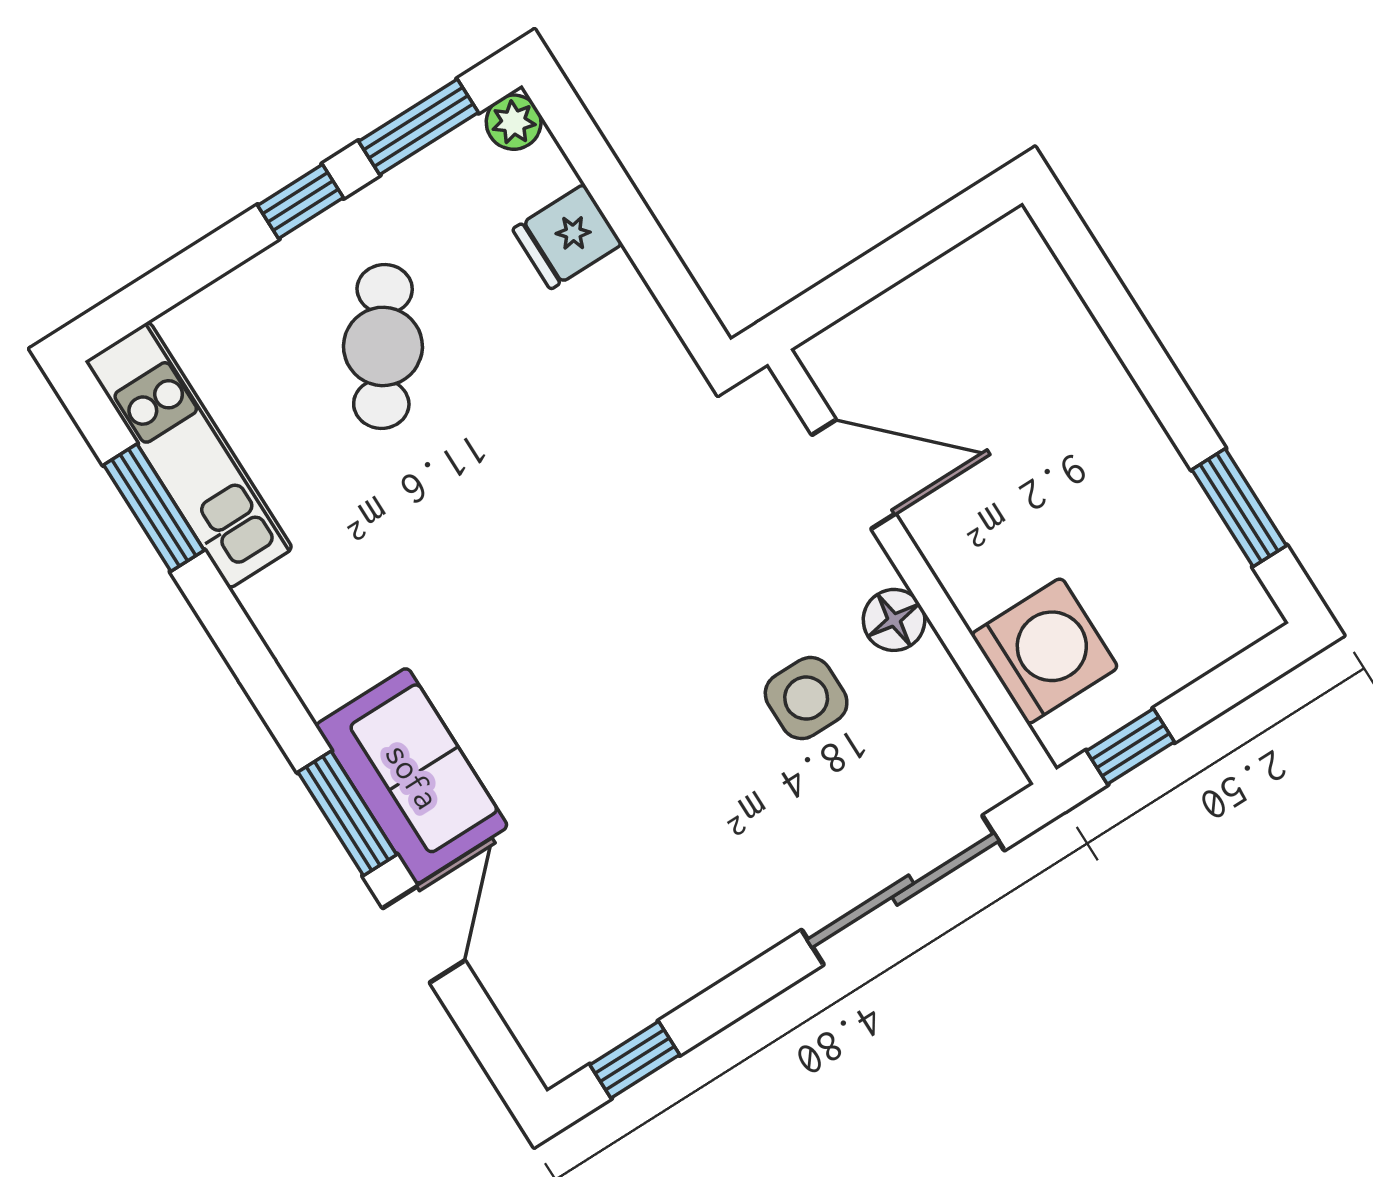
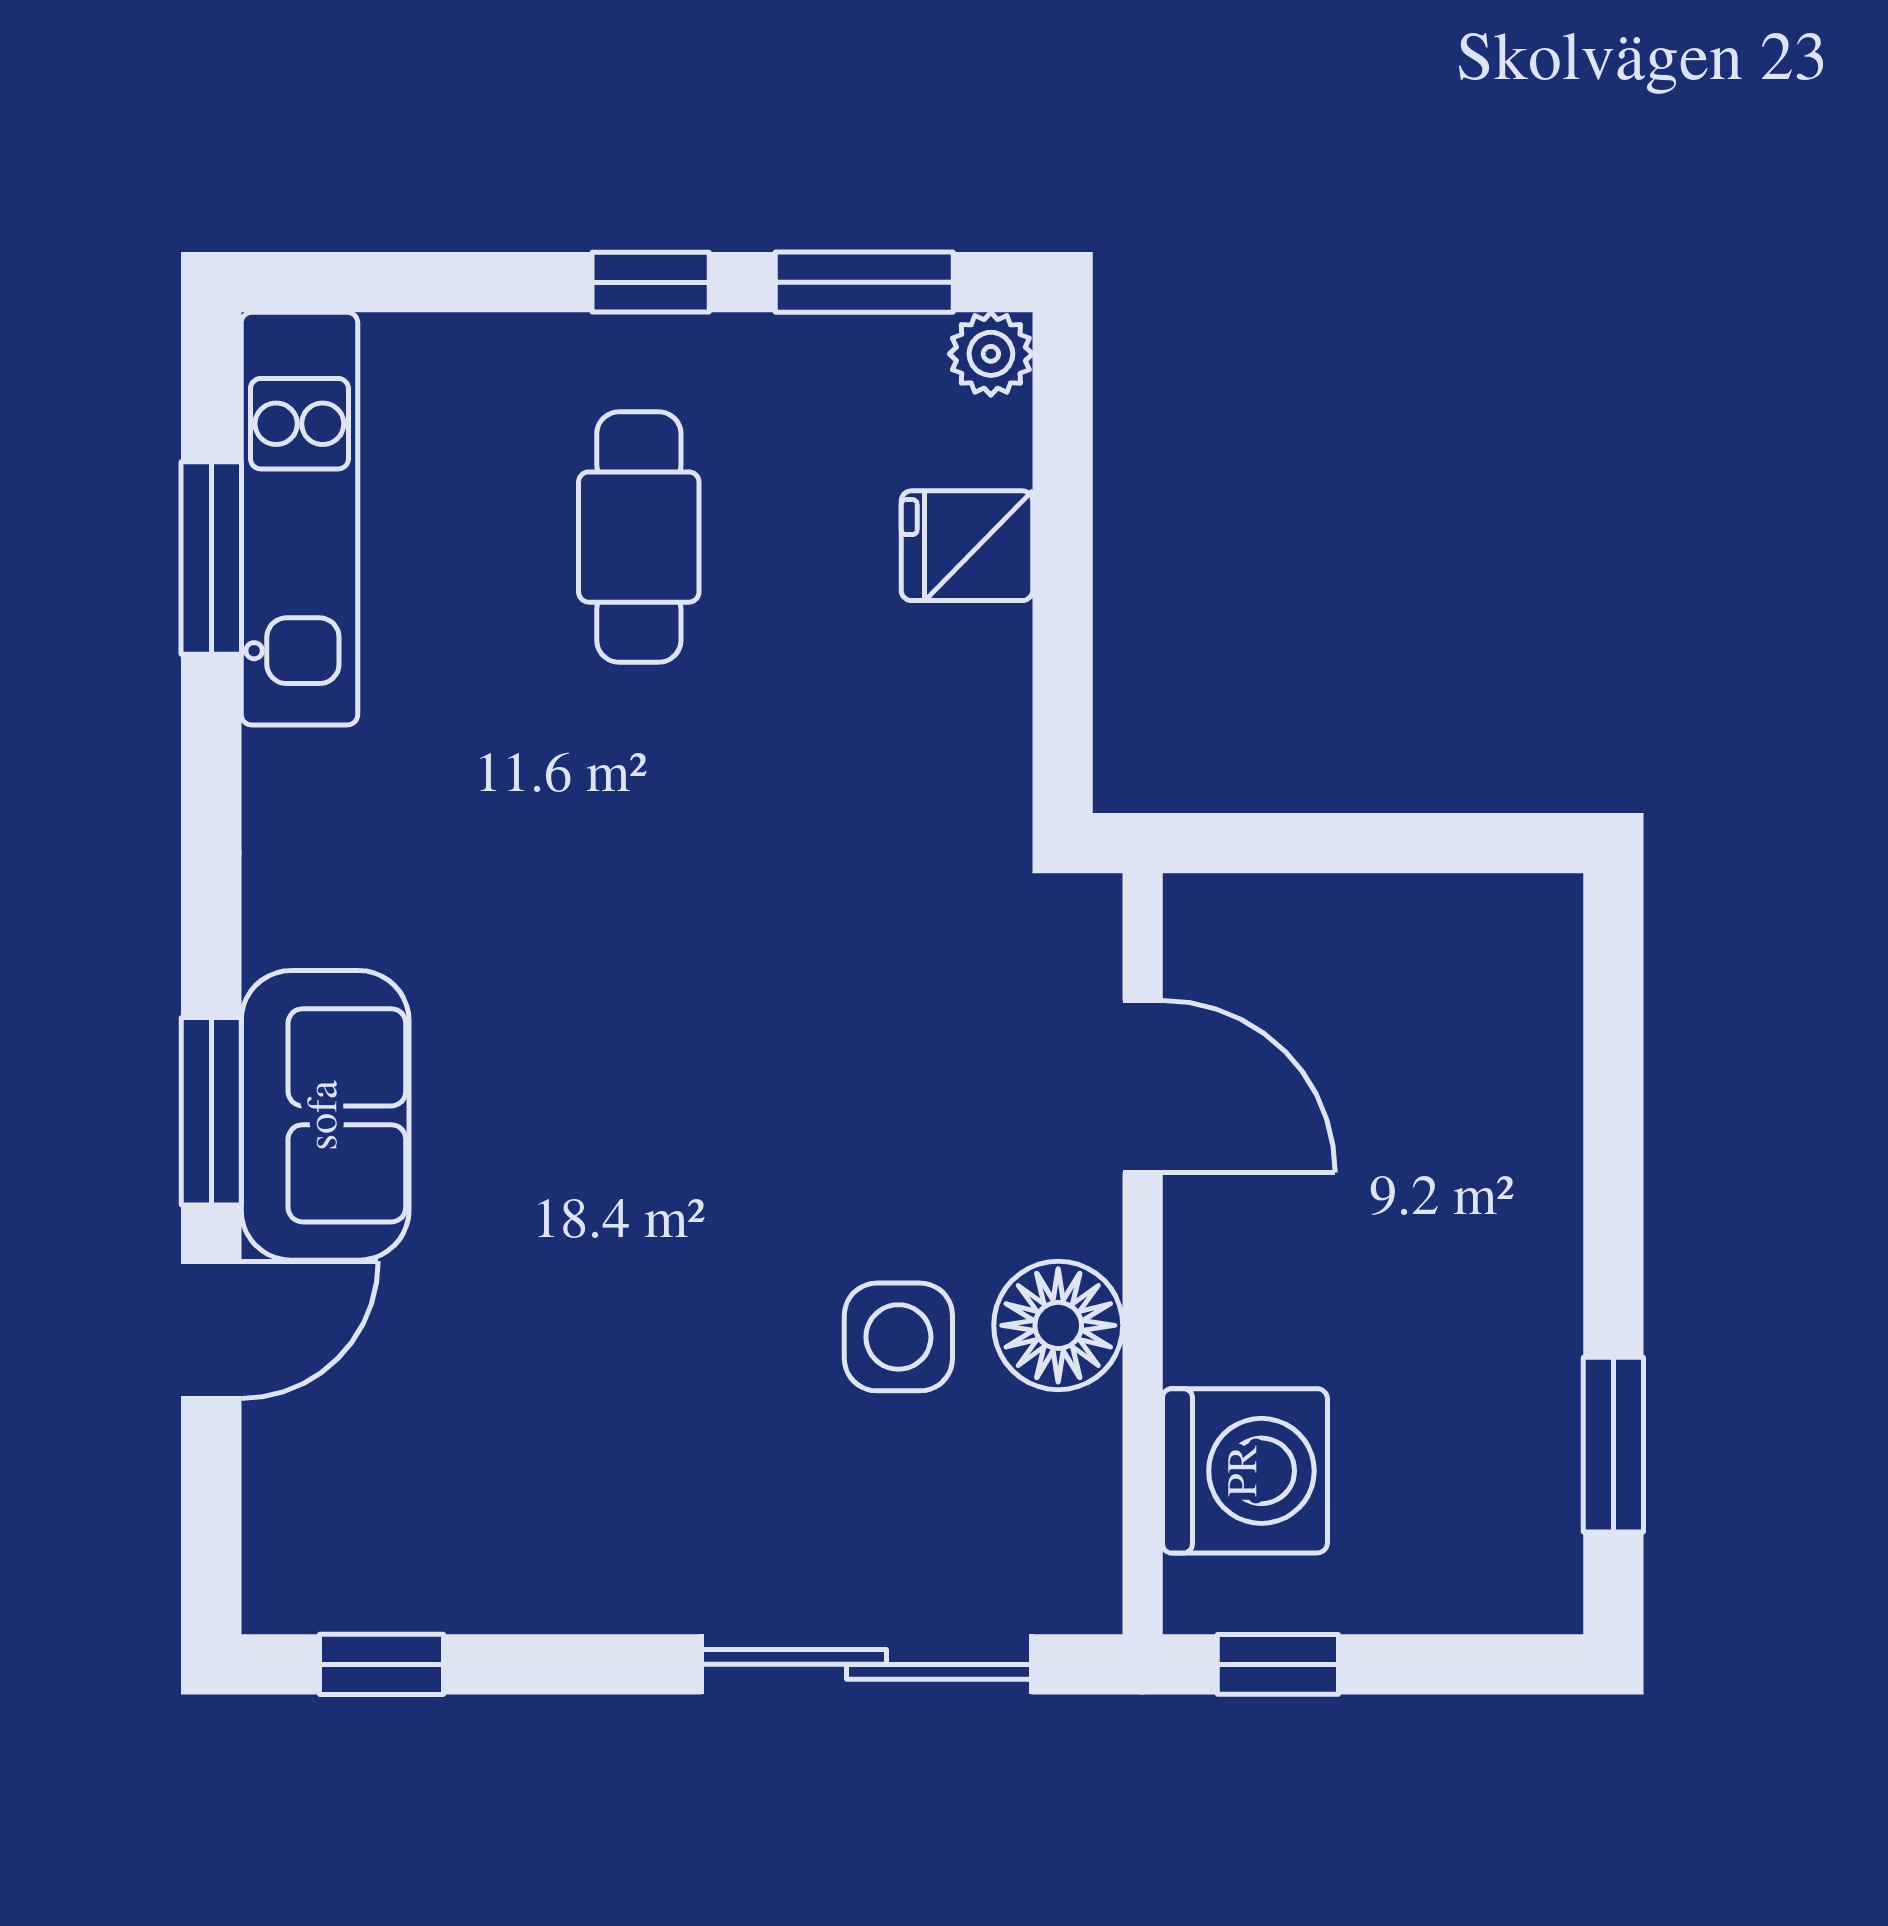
cafe table: (383, 346) -> (639, 537), turned -34
floor lamp: (894, 620) -> (1058, 1325), width x1.38, depth x1.38

